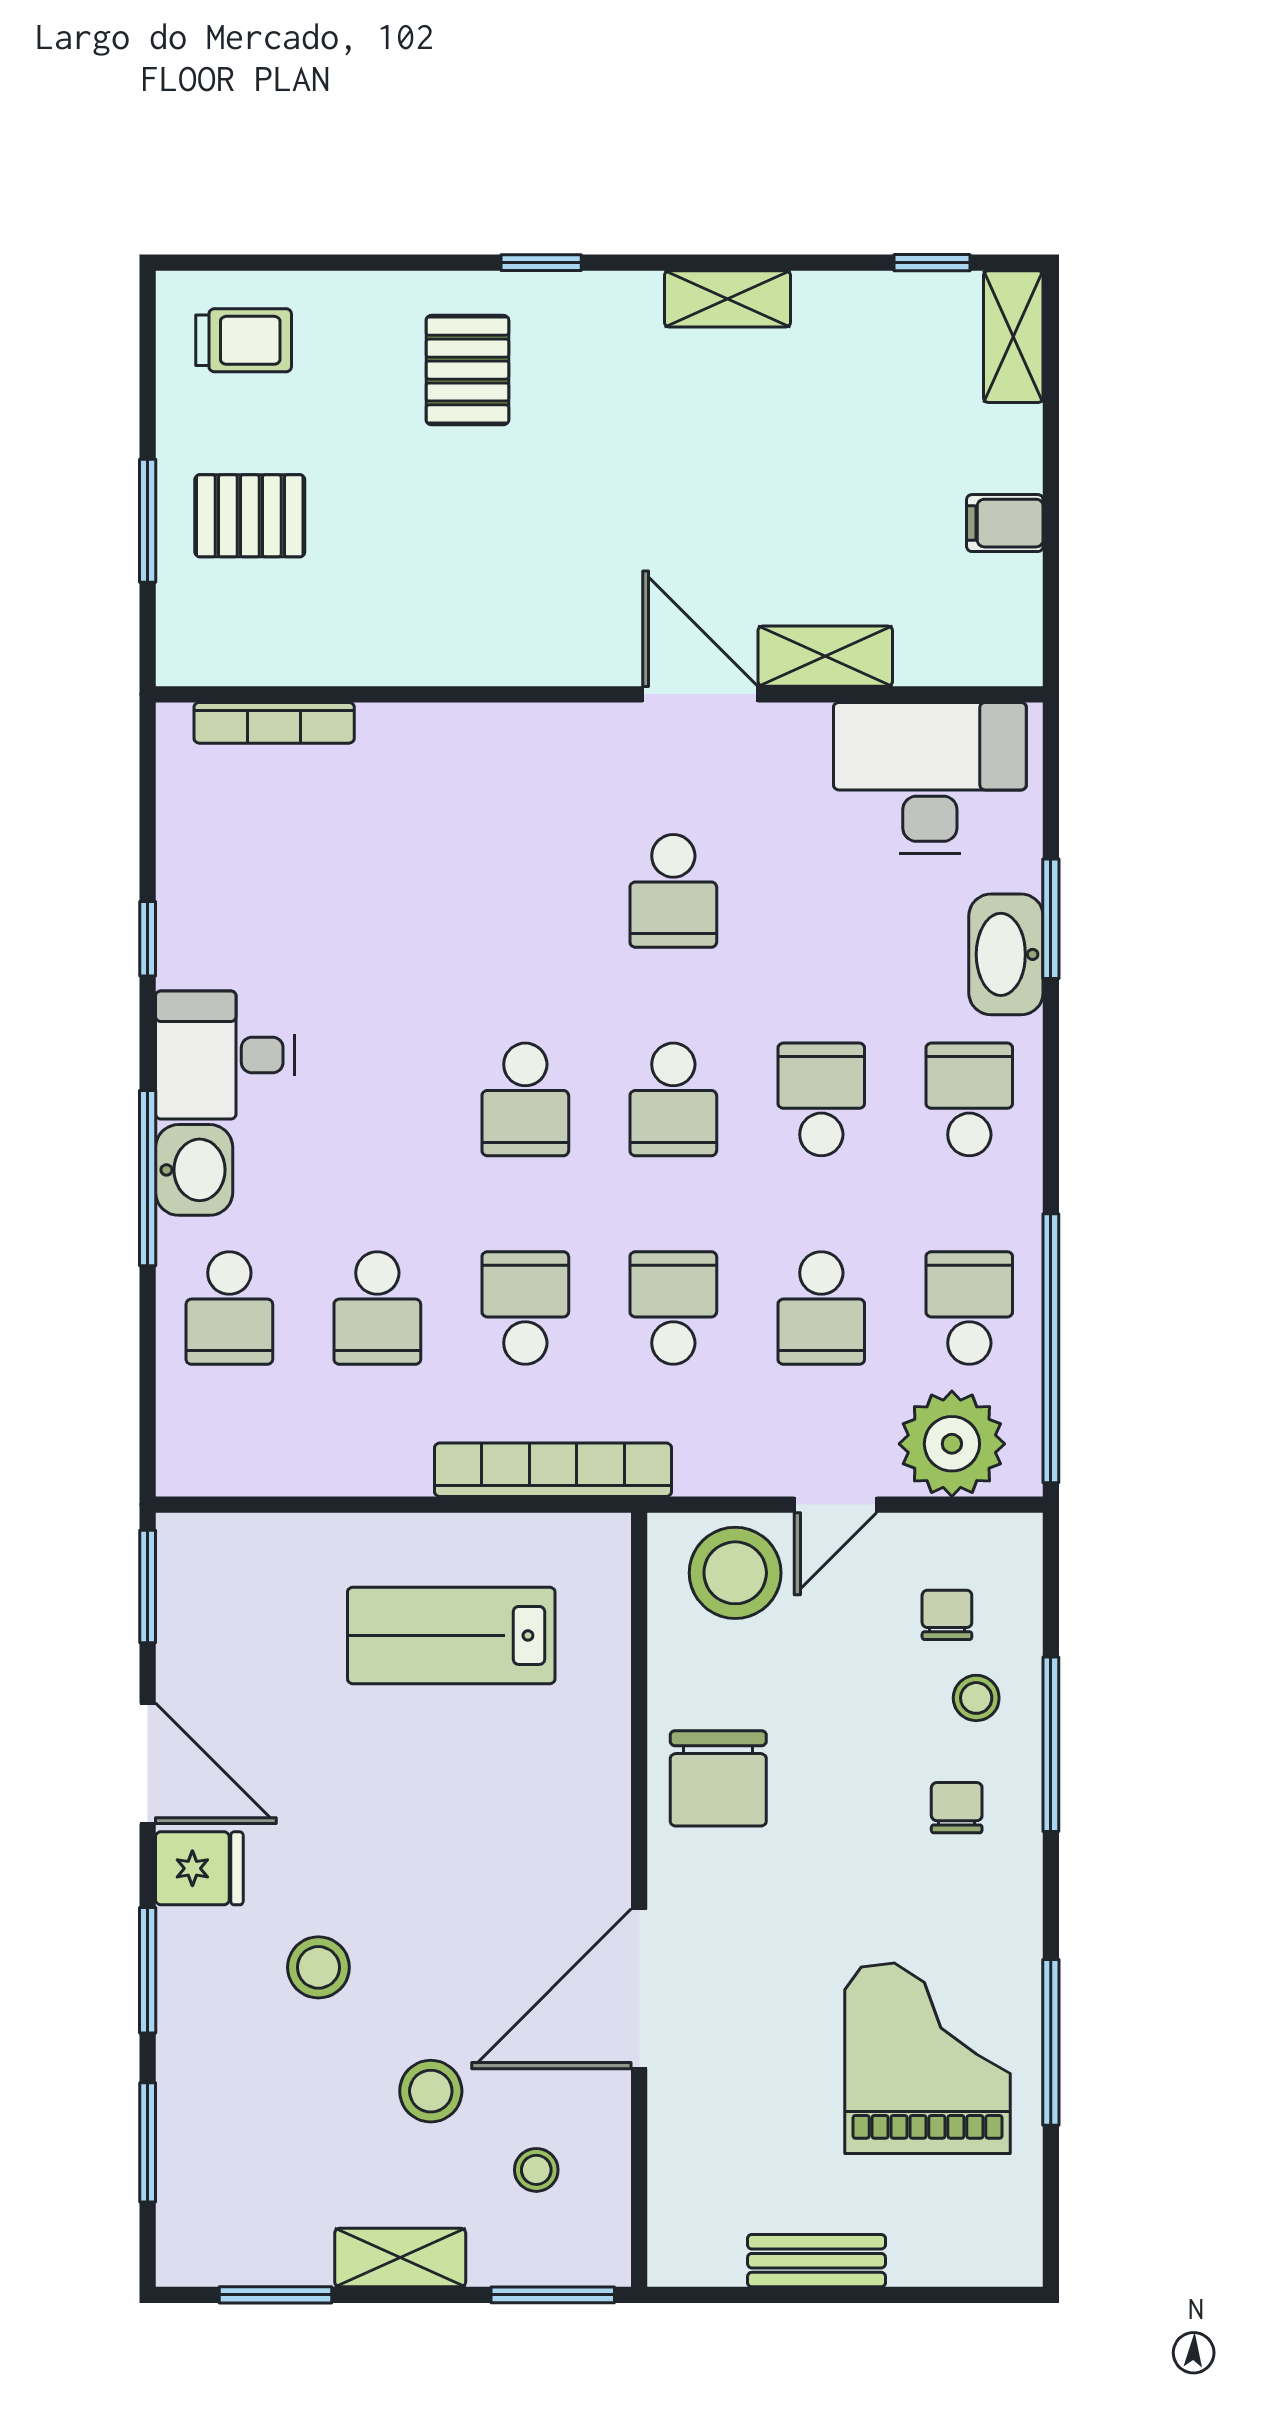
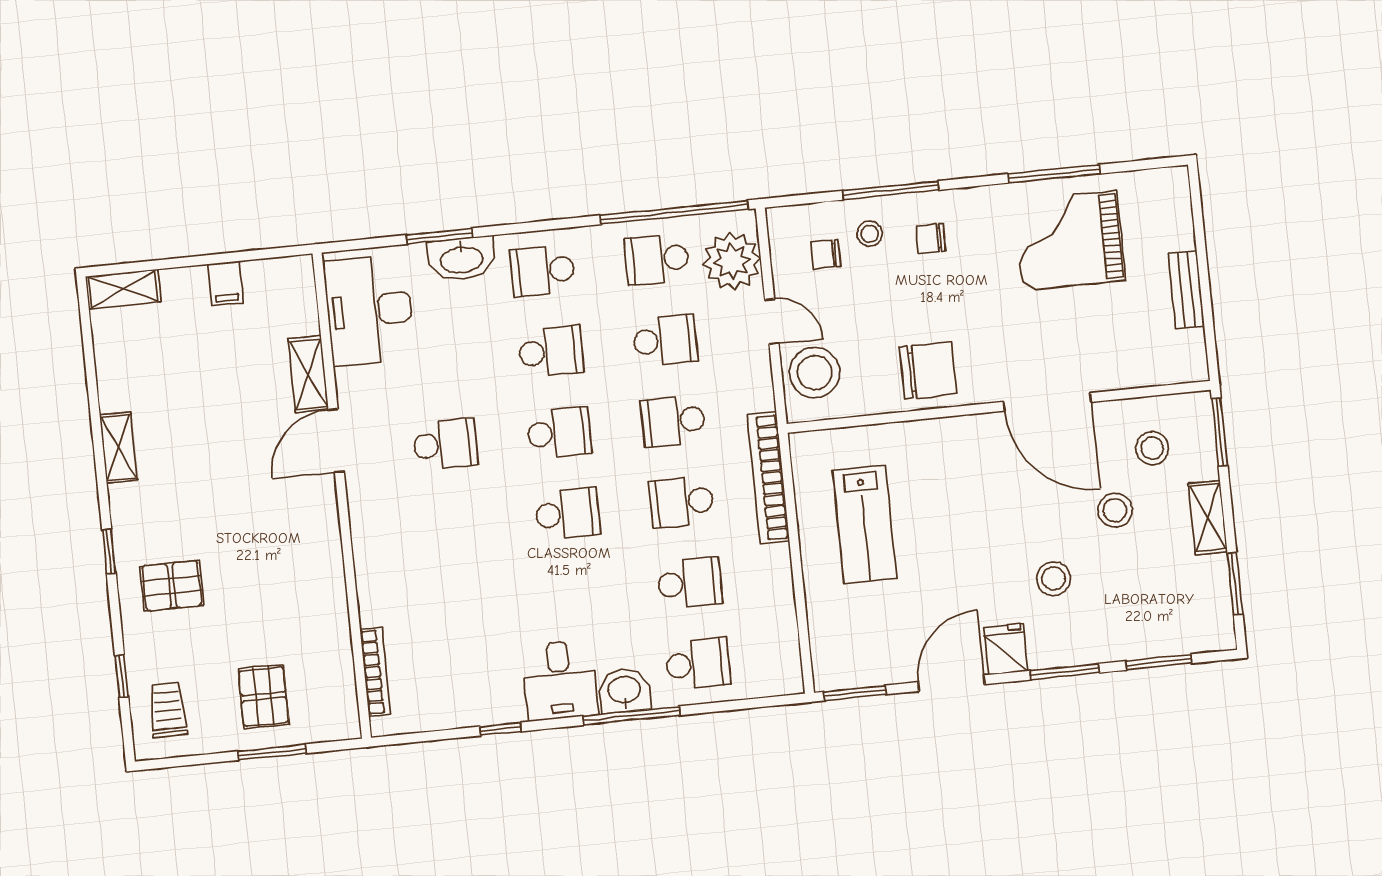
window: (932, 263) -> (122, 676), moved
school desk: (821, 1099) -> (551, 352), turned 180
stool: (536, 2170) -> (1152, 448), width x1.37, depth x1.37

